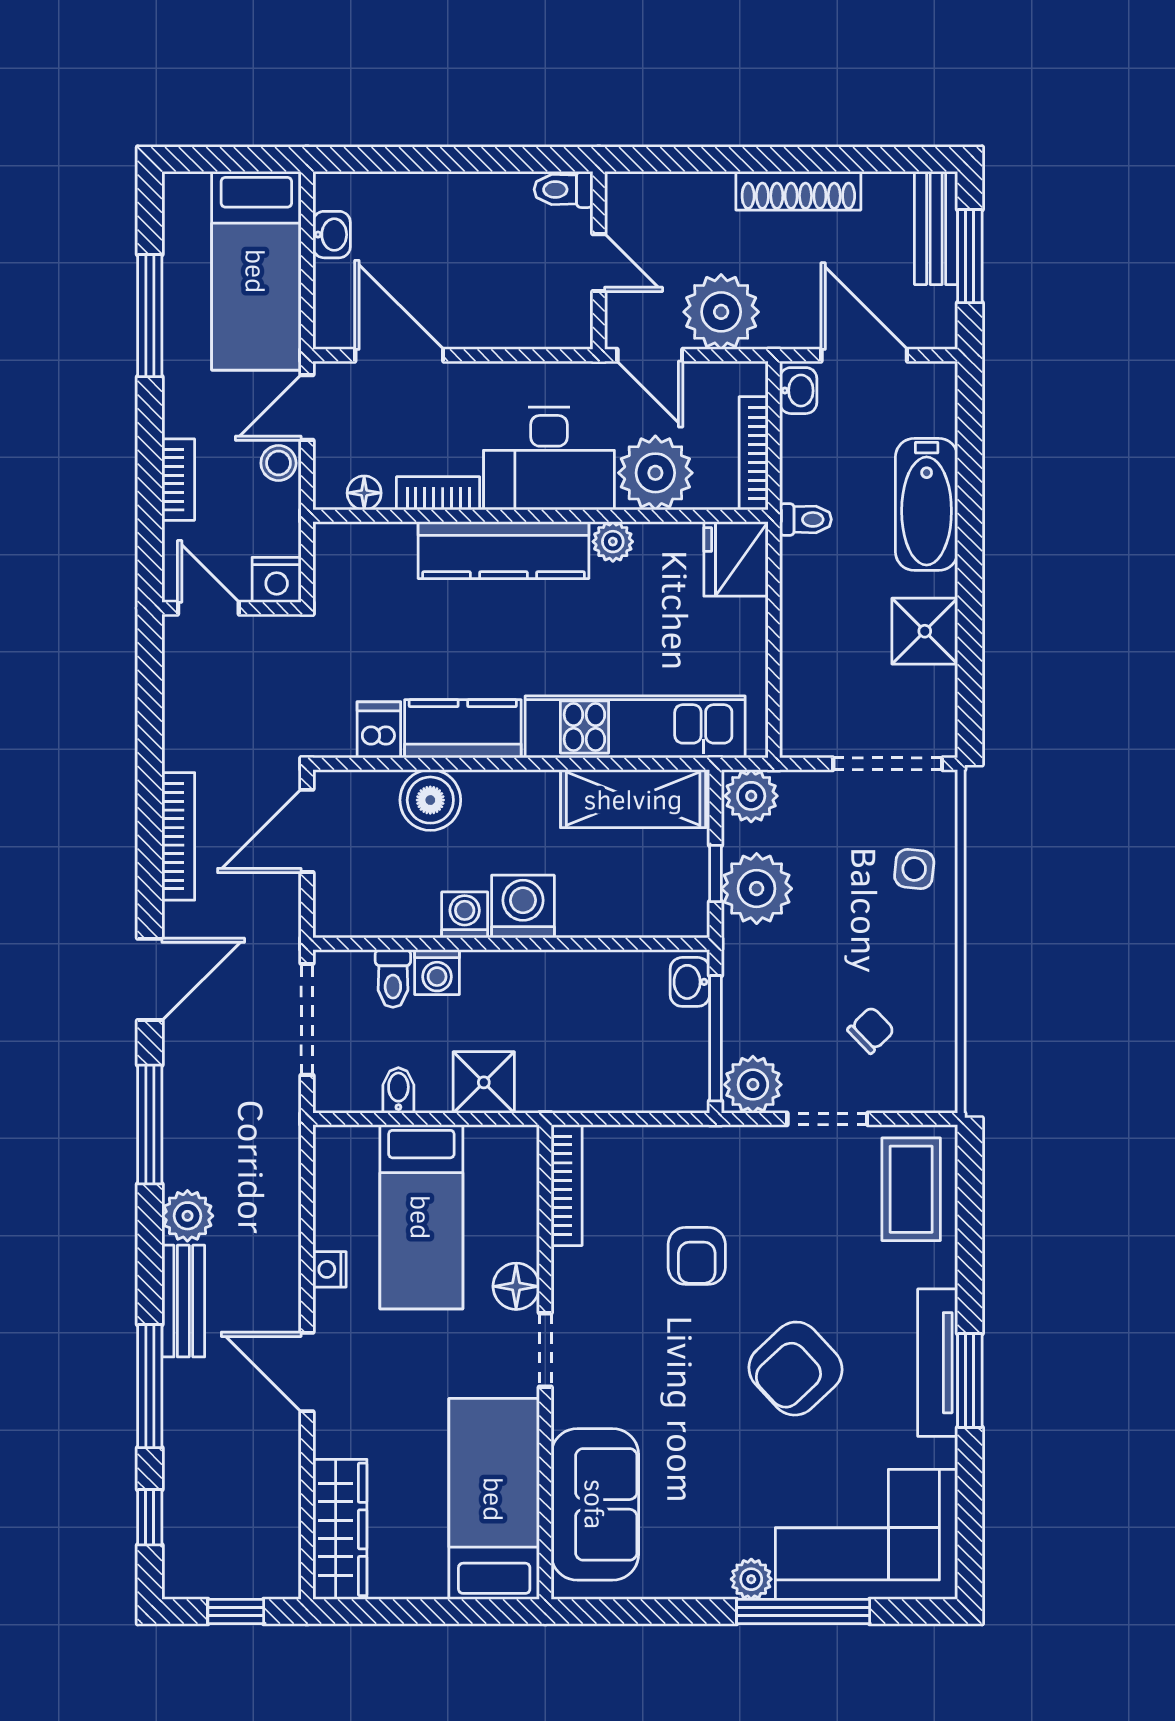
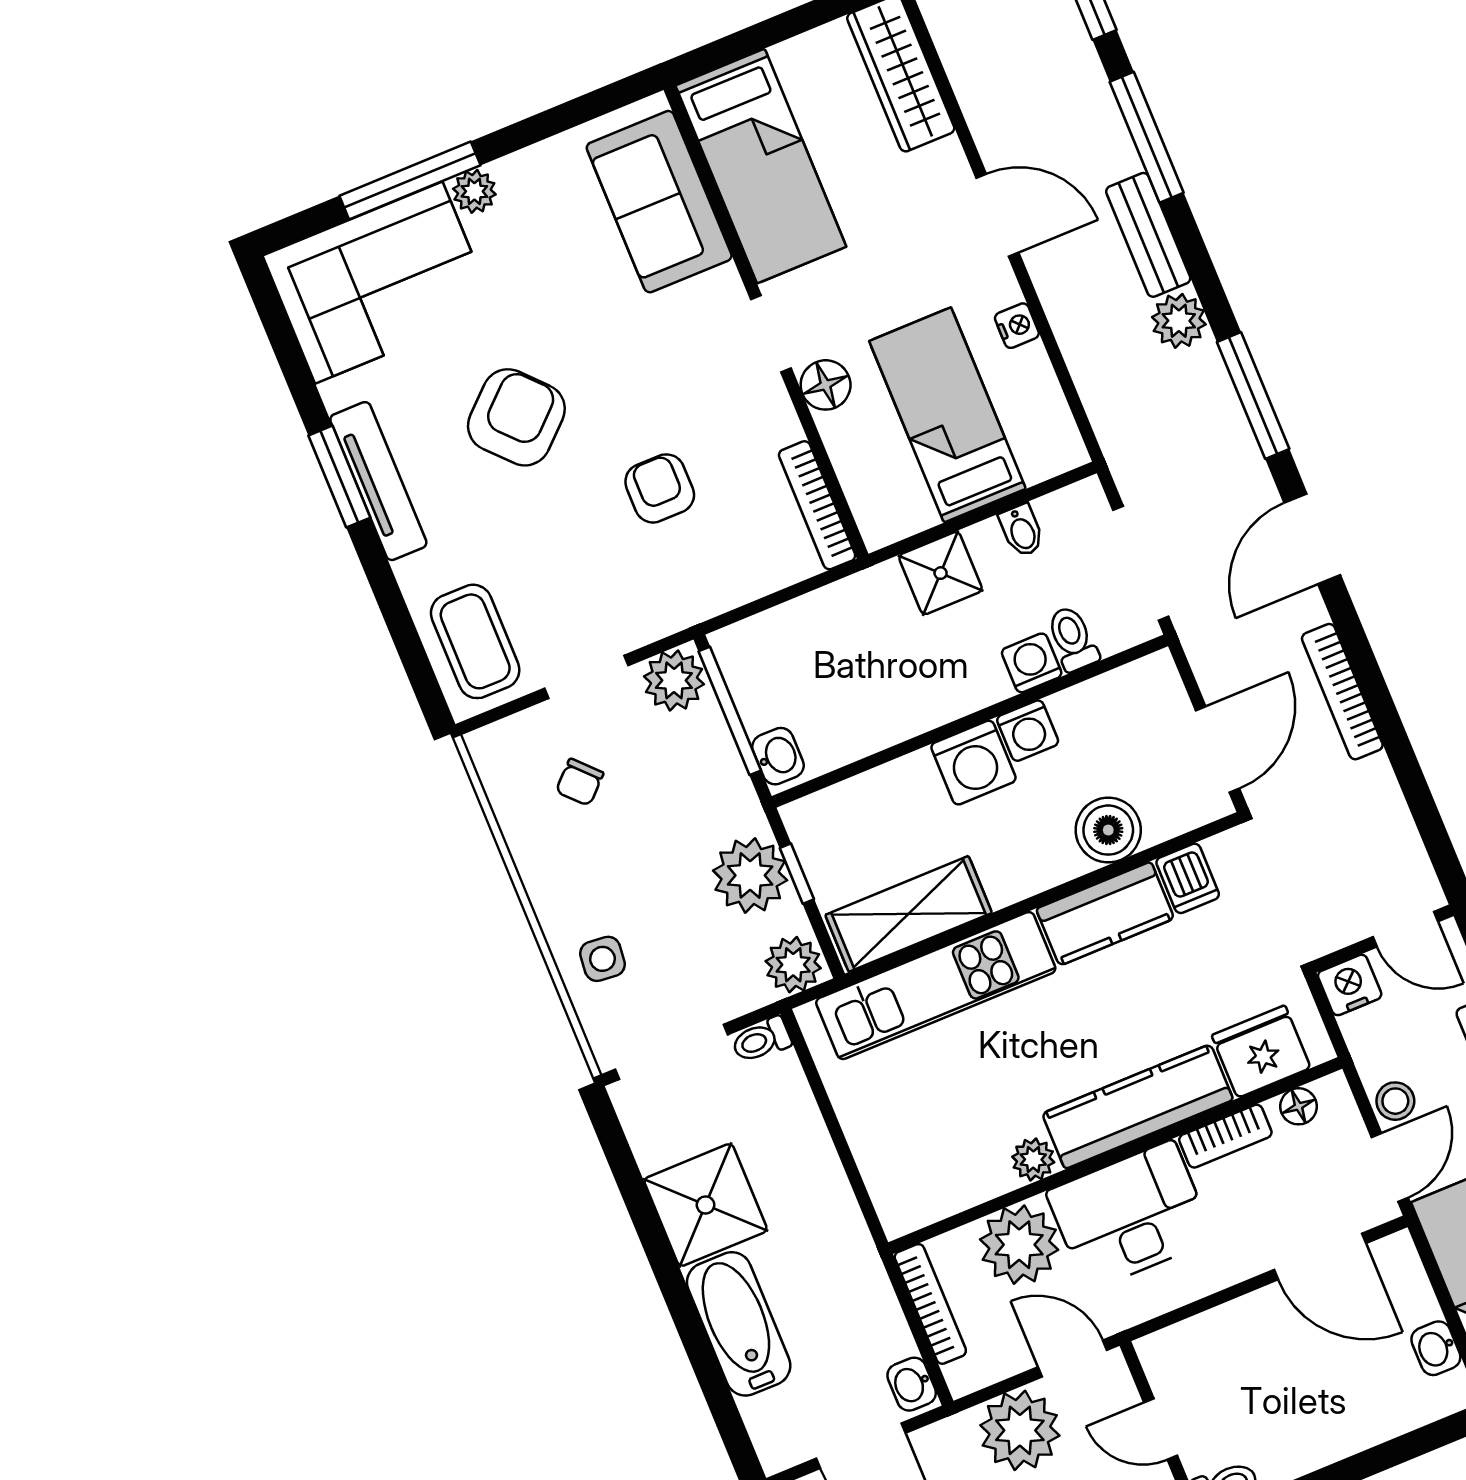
toilet: (806, 519) -> (761, 1040), moved
fridge: (736, 559) -> (1261, 1052), moved, turned -90
shower: (925, 631) -> (706, 1205), width x1.36, depth x1.36

